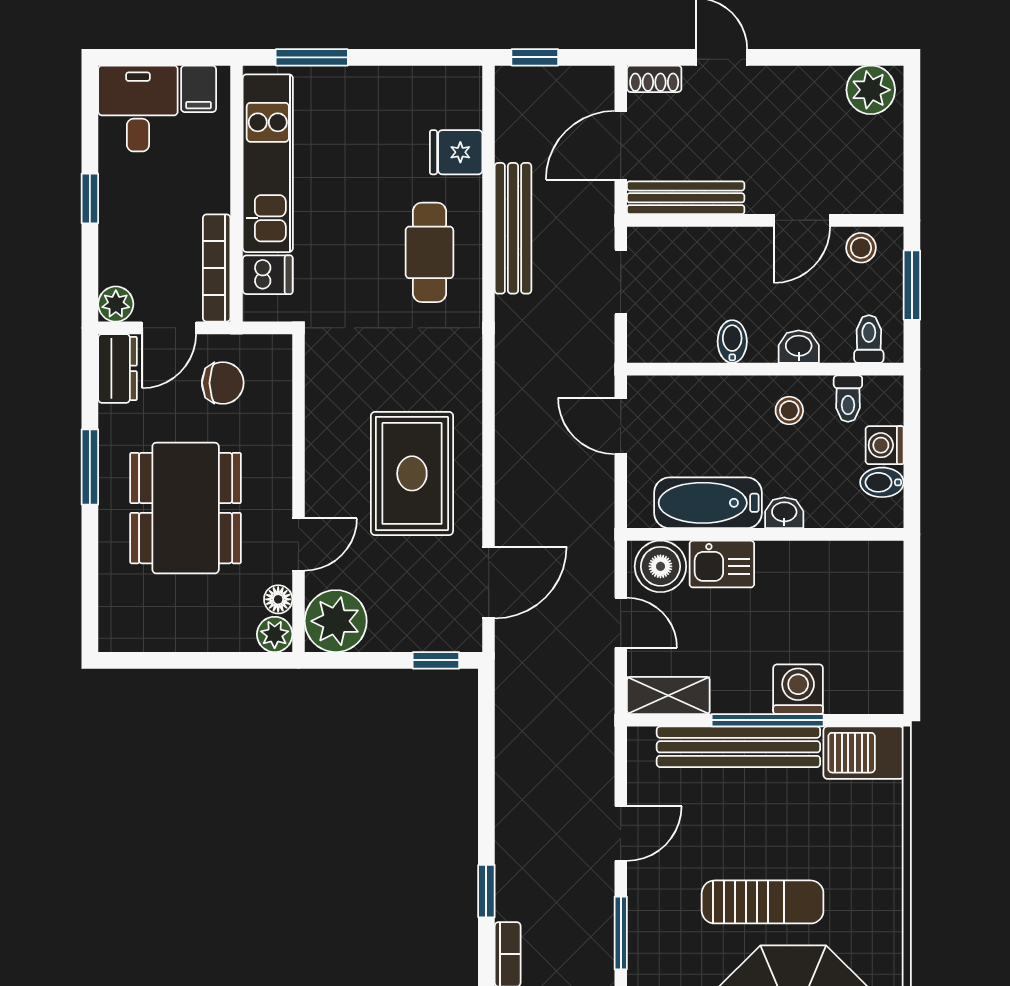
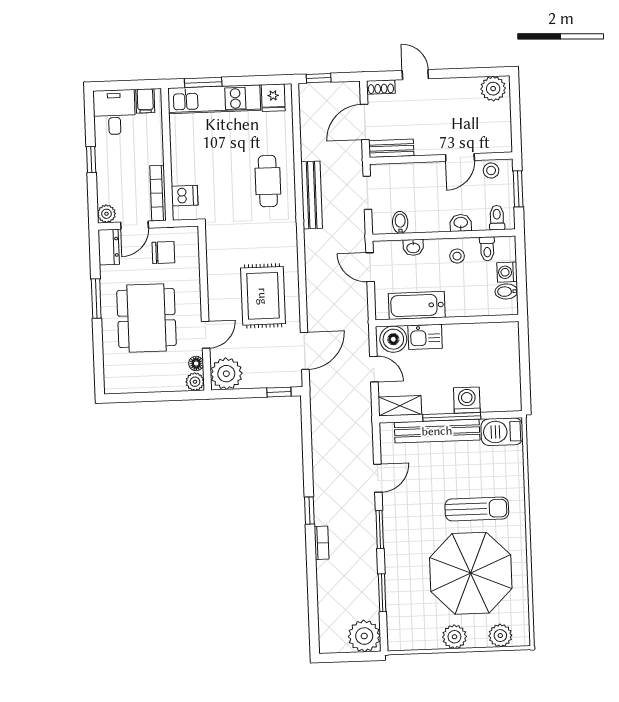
fridge: (456, 152) -> (273, 98), moved, turned -90
kitchen unit: (268, 163) -> (214, 99), moved, turned 90
bench: (686, 198) -> (391, 148), width x0.73
bench: (513, 228) -> (312, 195), moved
bidet: (732, 341) -> (400, 222), moved
washbasin: (784, 513) -> (413, 247), moved, turned 180
sun lounger: (763, 902) -> (477, 509), moved

